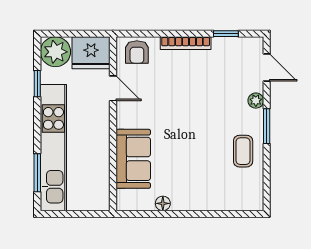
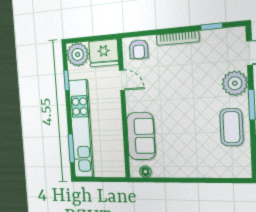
plant: (256, 101) -> (235, 83), width x1.87, depth x1.87
coffee table: (243, 151) -> (231, 127), width x1.36, depth x1.30
floor lamp: (163, 203) -> (145, 172), moved

